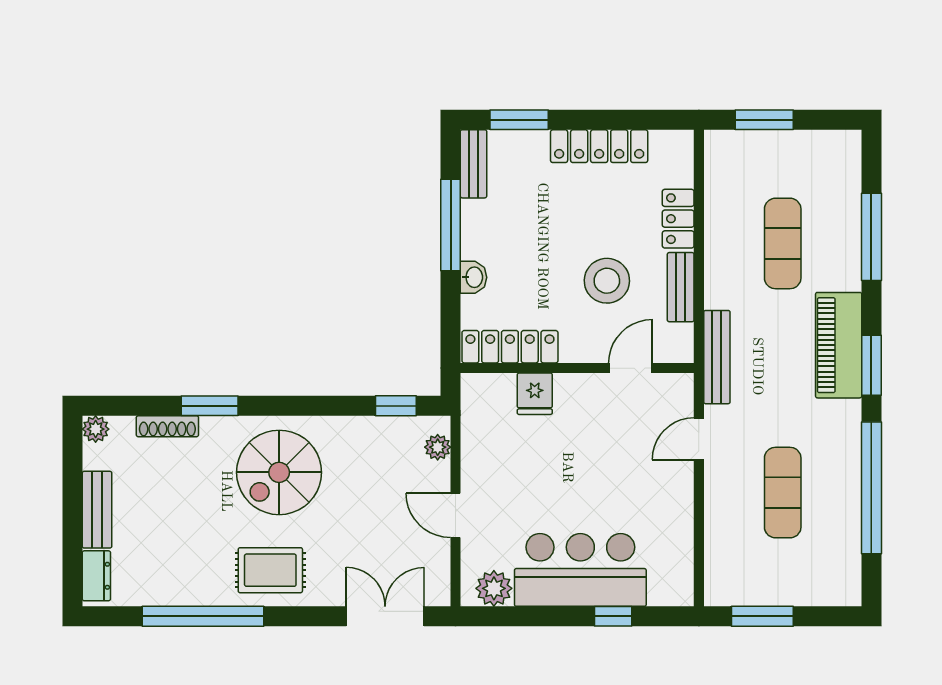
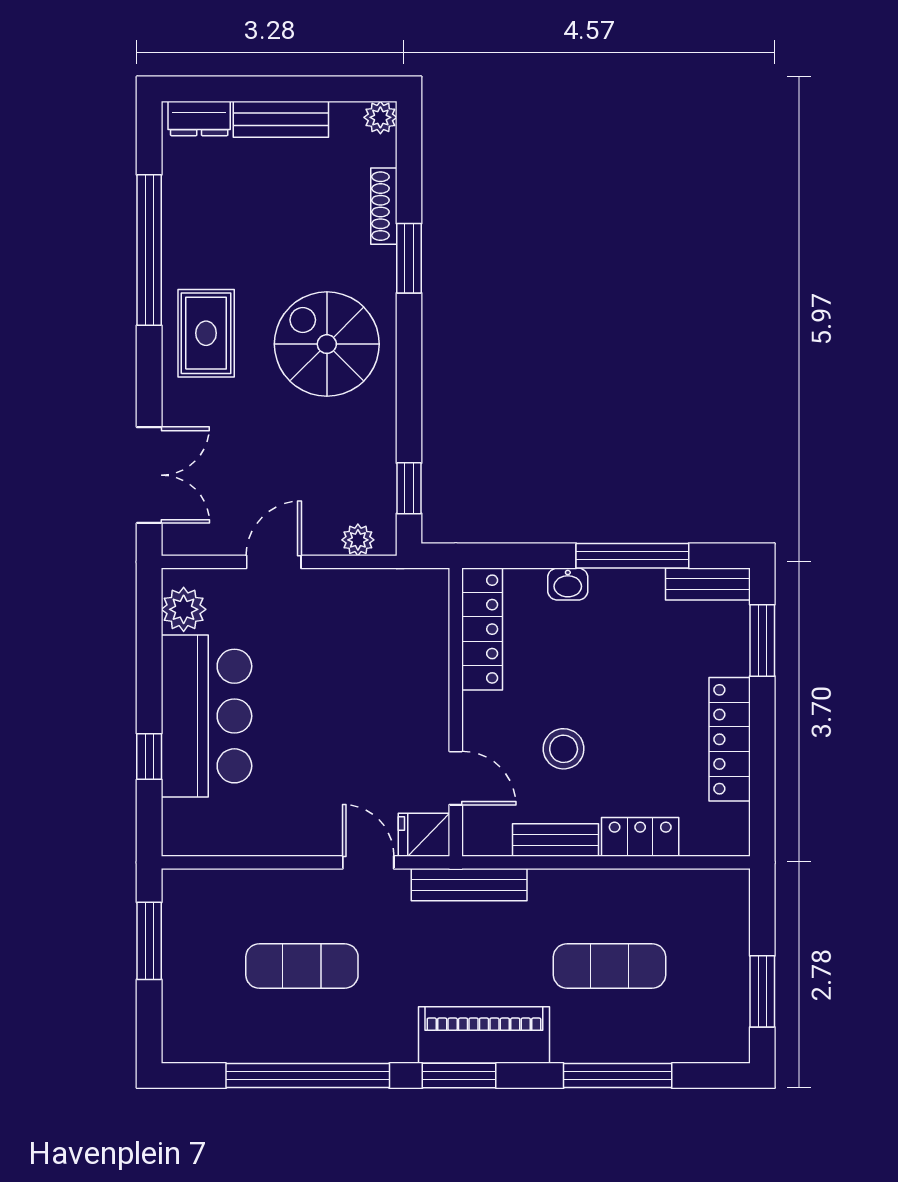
window: (764, 120) -> (762, 991), moved
stool: (607, 281) -> (564, 749), width x0.73, depth x0.73
fridge: (535, 394) -> (424, 835), moved

